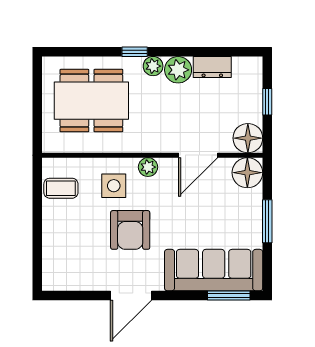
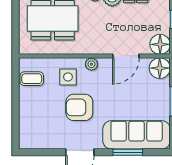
armchair: (130, 230) -> (79, 107), turned 90
window: (229, 295) -> (128, 152), moved

